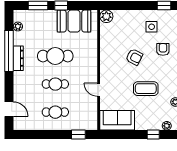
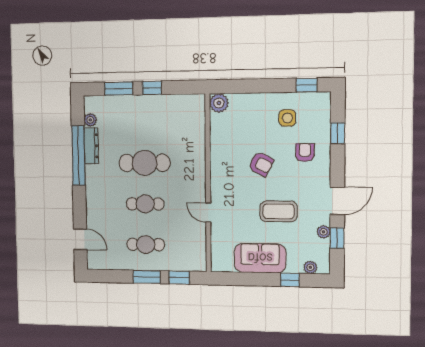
booth: (74, 21) -> (171, 111), removed
dresser: (18, 58) -> (91, 146), moved
sofa: (117, 120) -> (260, 258), moved
window: (56, 135) -> (147, 277), added

